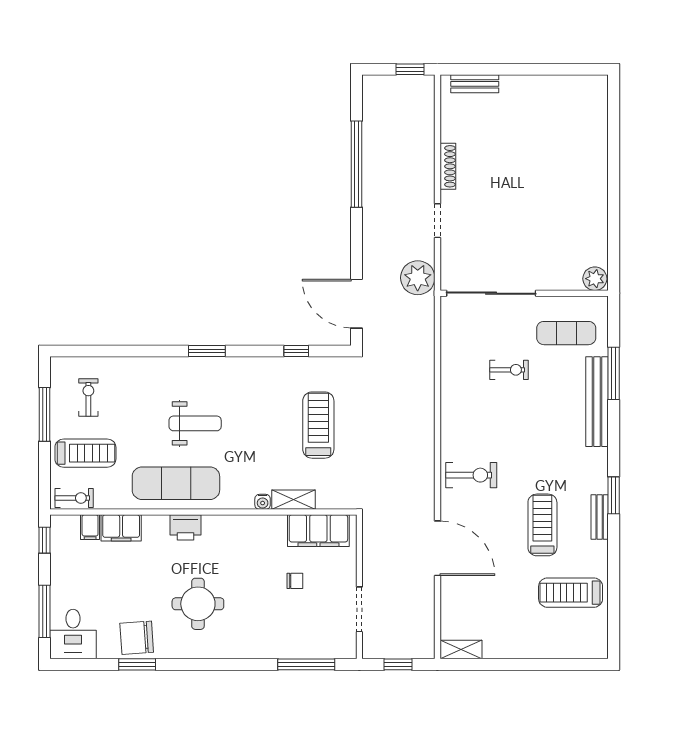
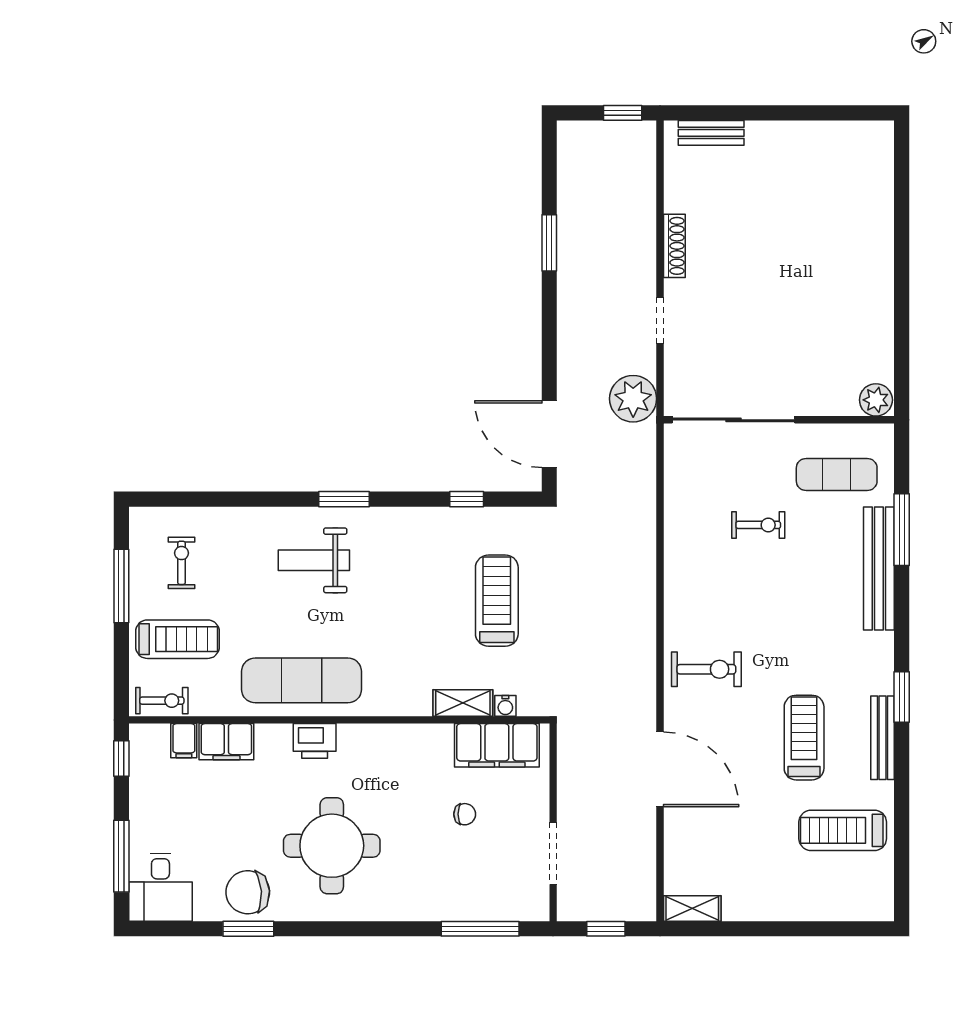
window: (357, 164) -> (549, 243), width x0.47
weight bench: (195, 423) -> (314, 560), moved, turned 180
water cooler: (263, 502) -> (505, 706), moved
bench: (600, 517) -> (882, 738), width x1.36
round table: (198, 604) -> (332, 846), width x1.36, depth x1.36

